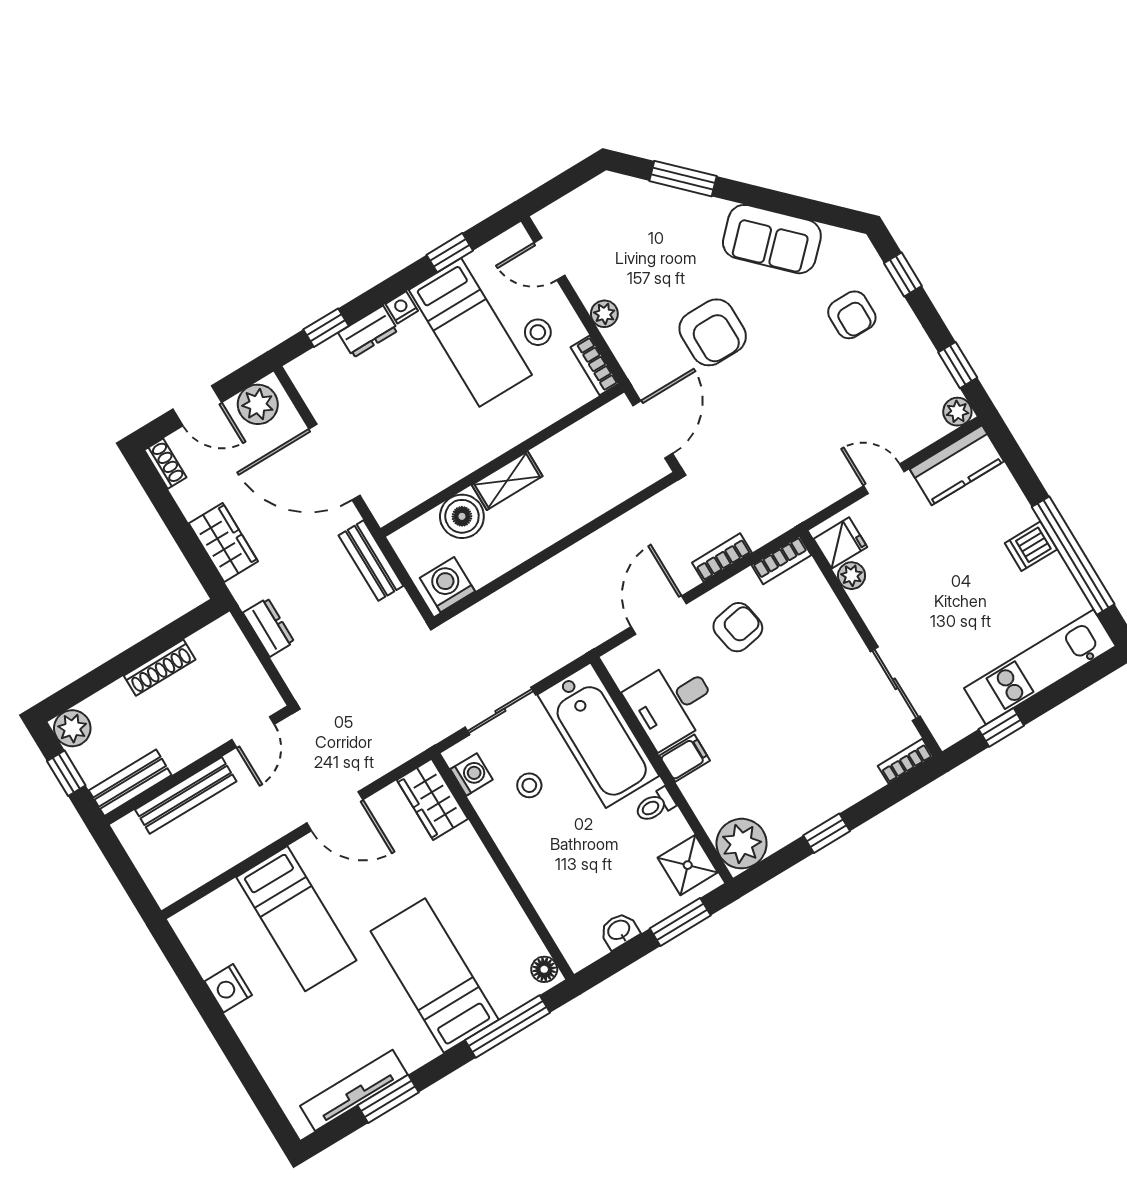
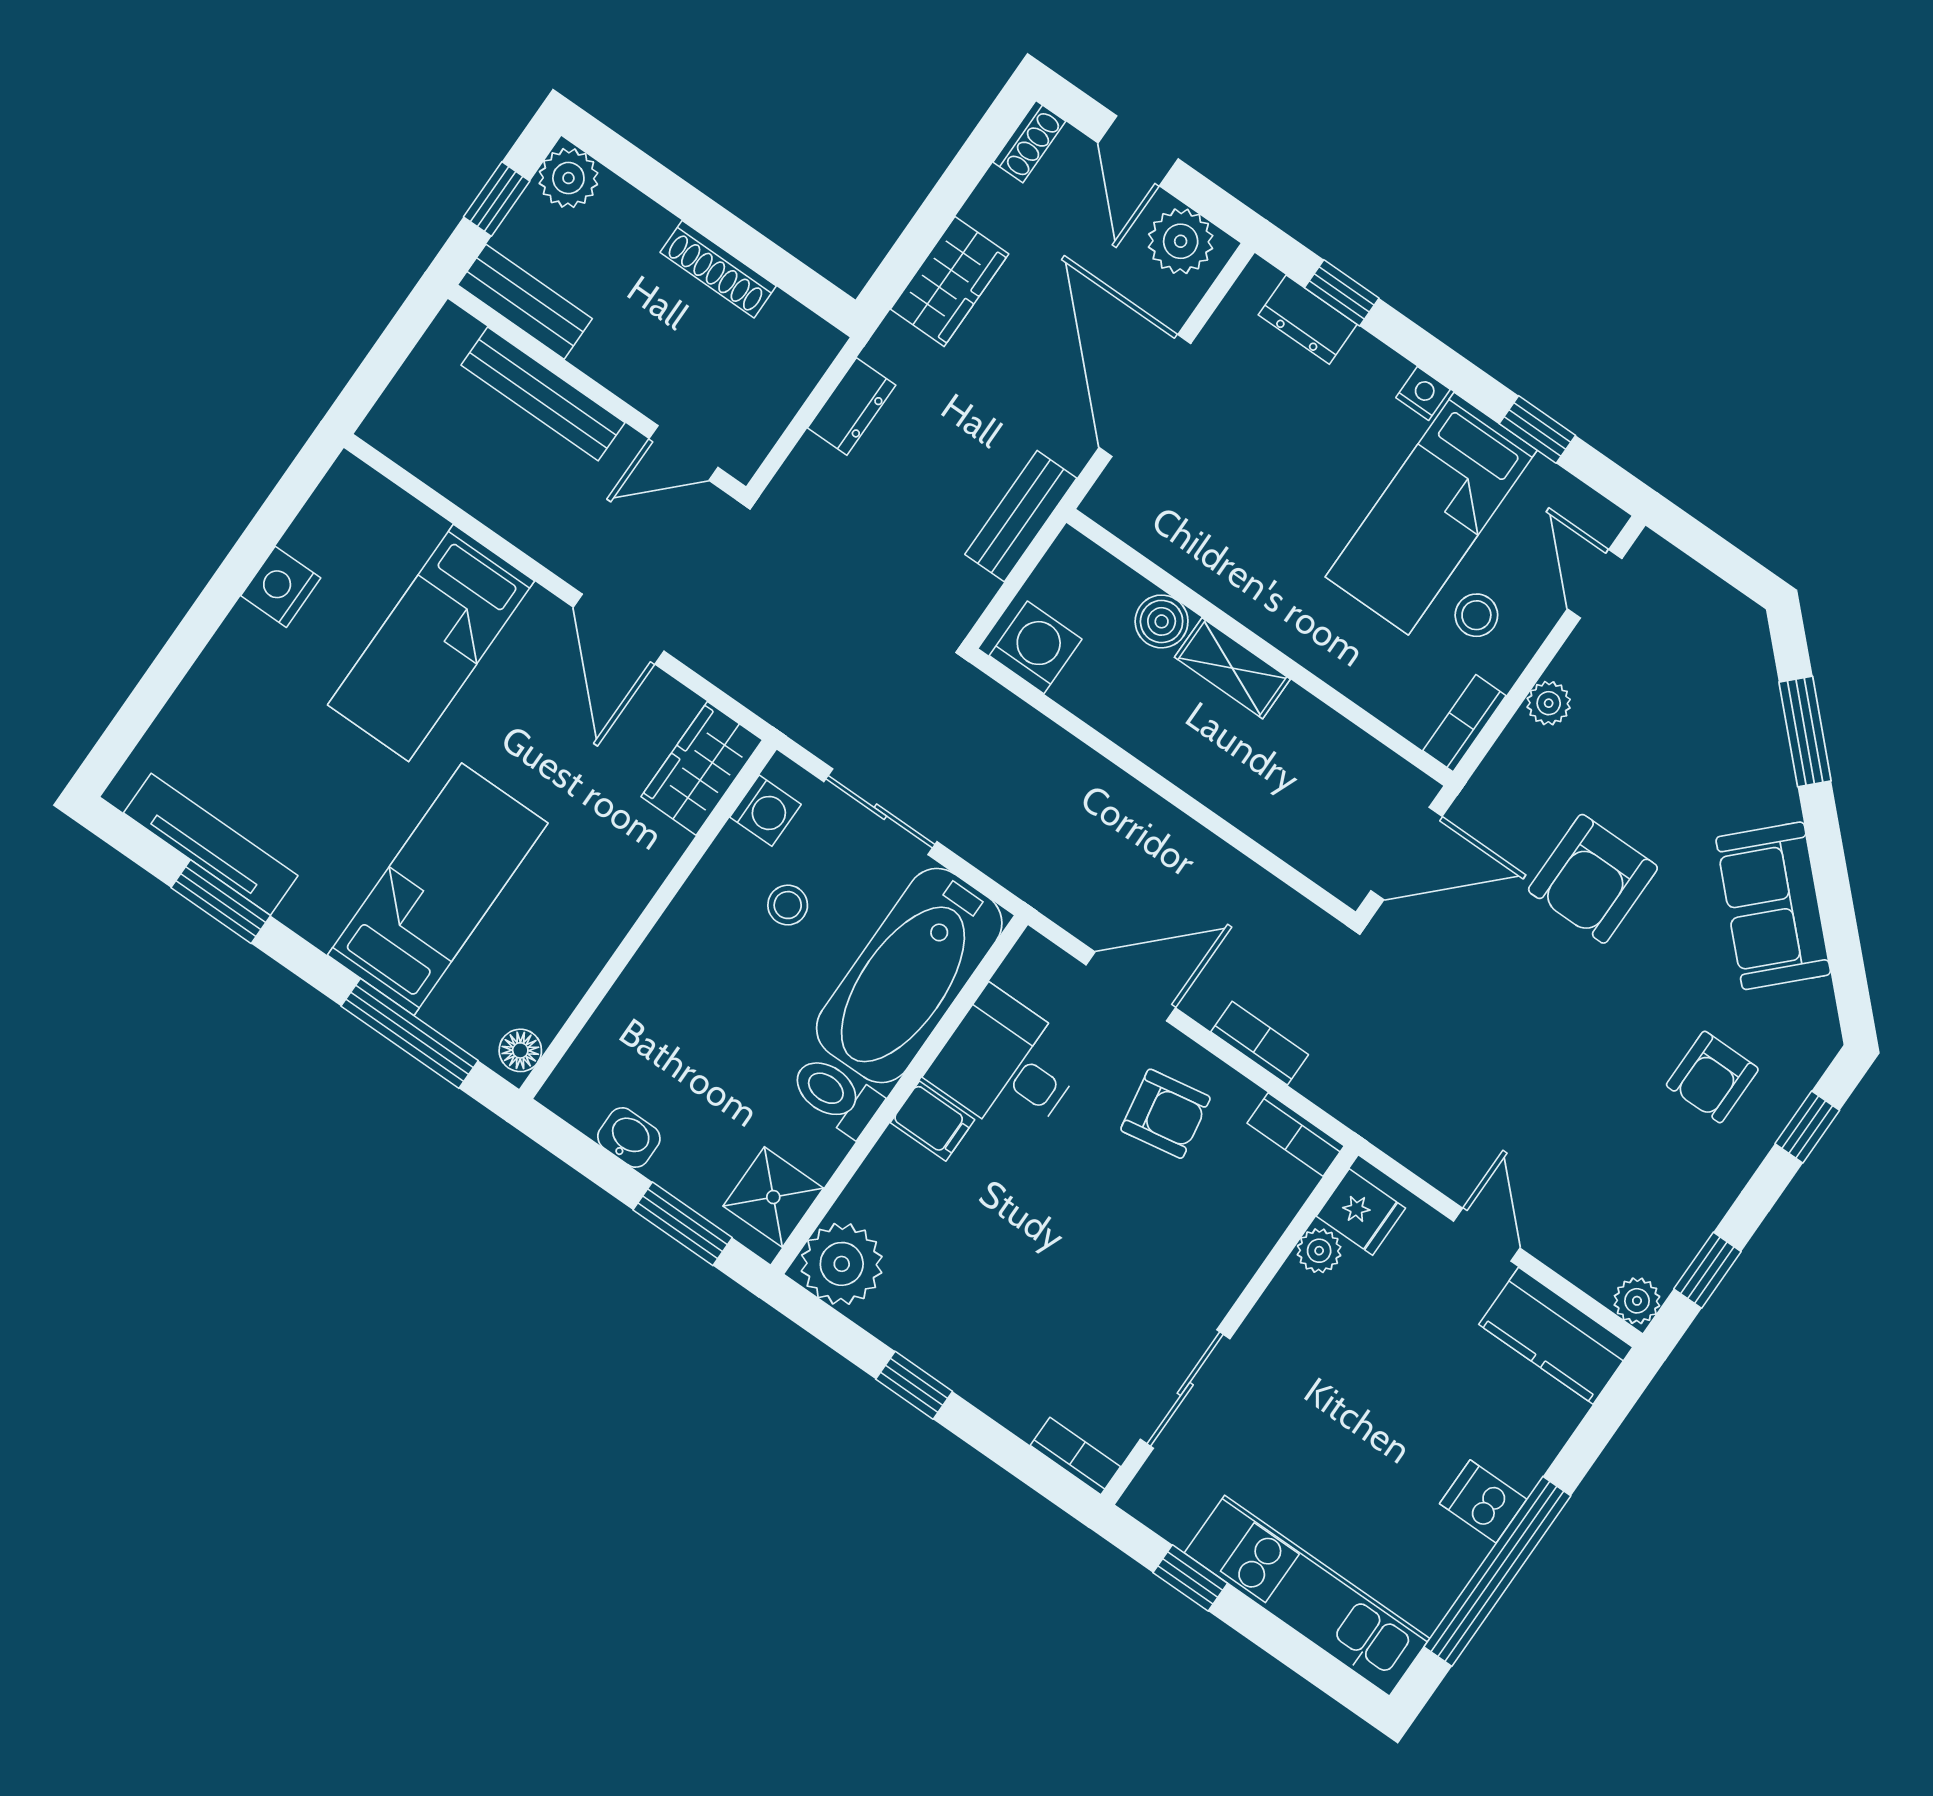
dresser: (368, 332) -> (1308, 320), moved
boiler: (462, 516) -> (1162, 621), width x0.73, depth x0.73
toilet: (655, 805) -> (836, 1095), width x1.37, depth x1.39

